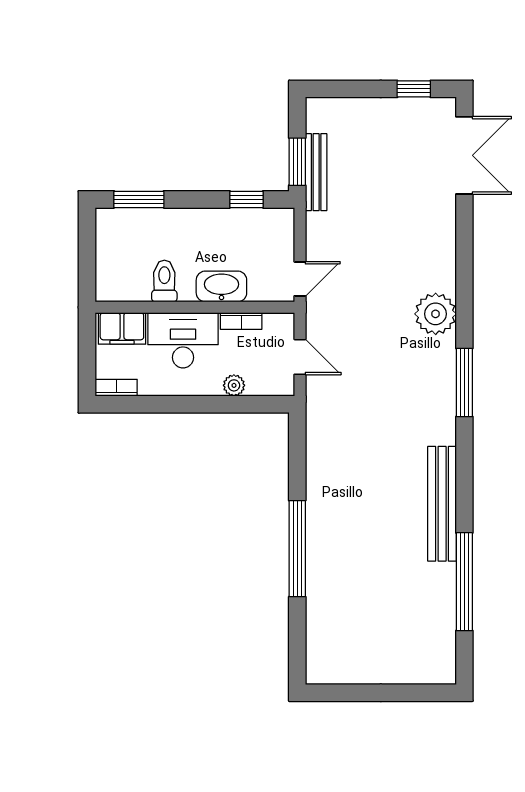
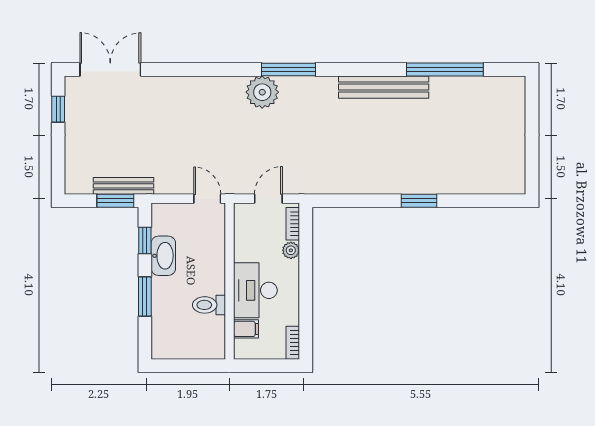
window: (139, 199) -> (145, 297), moved
washbasin: (221, 286) -> (163, 256), moved, turned 180
plant: (436, 314) -> (262, 92), moved
bookcase: (241, 321) -> (293, 224), moved, turned 180
filing cabinet: (122, 328) -> (246, 329), width x0.50
window: (297, 549) -> (419, 201), width x0.47

